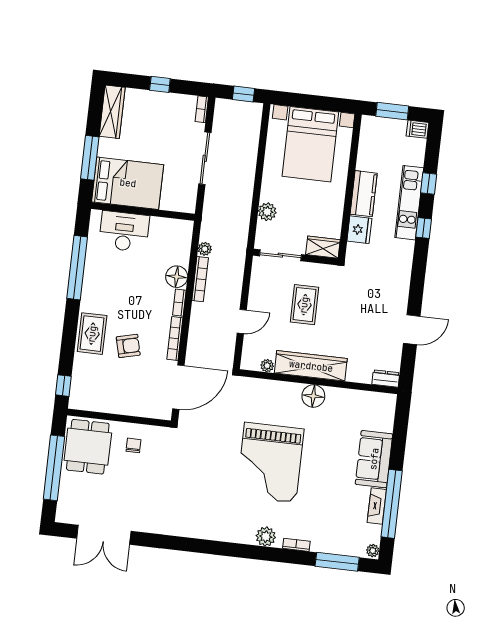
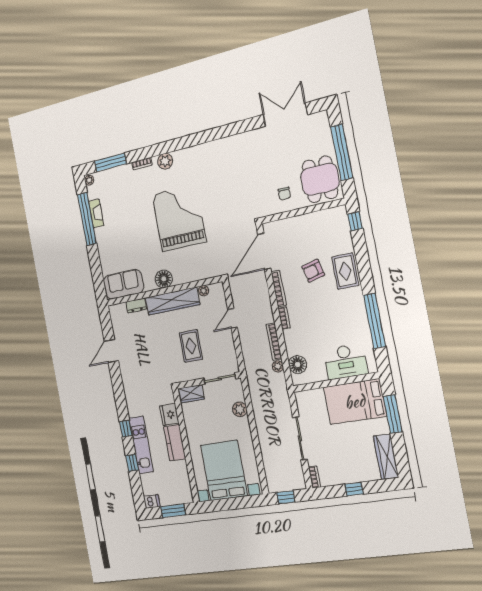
floor lamp: (177, 277) -> (298, 365), moved
dresser: (386, 379) -> (136, 305), moved
sofa: (374, 459) -> (123, 284), moved, turned -90

